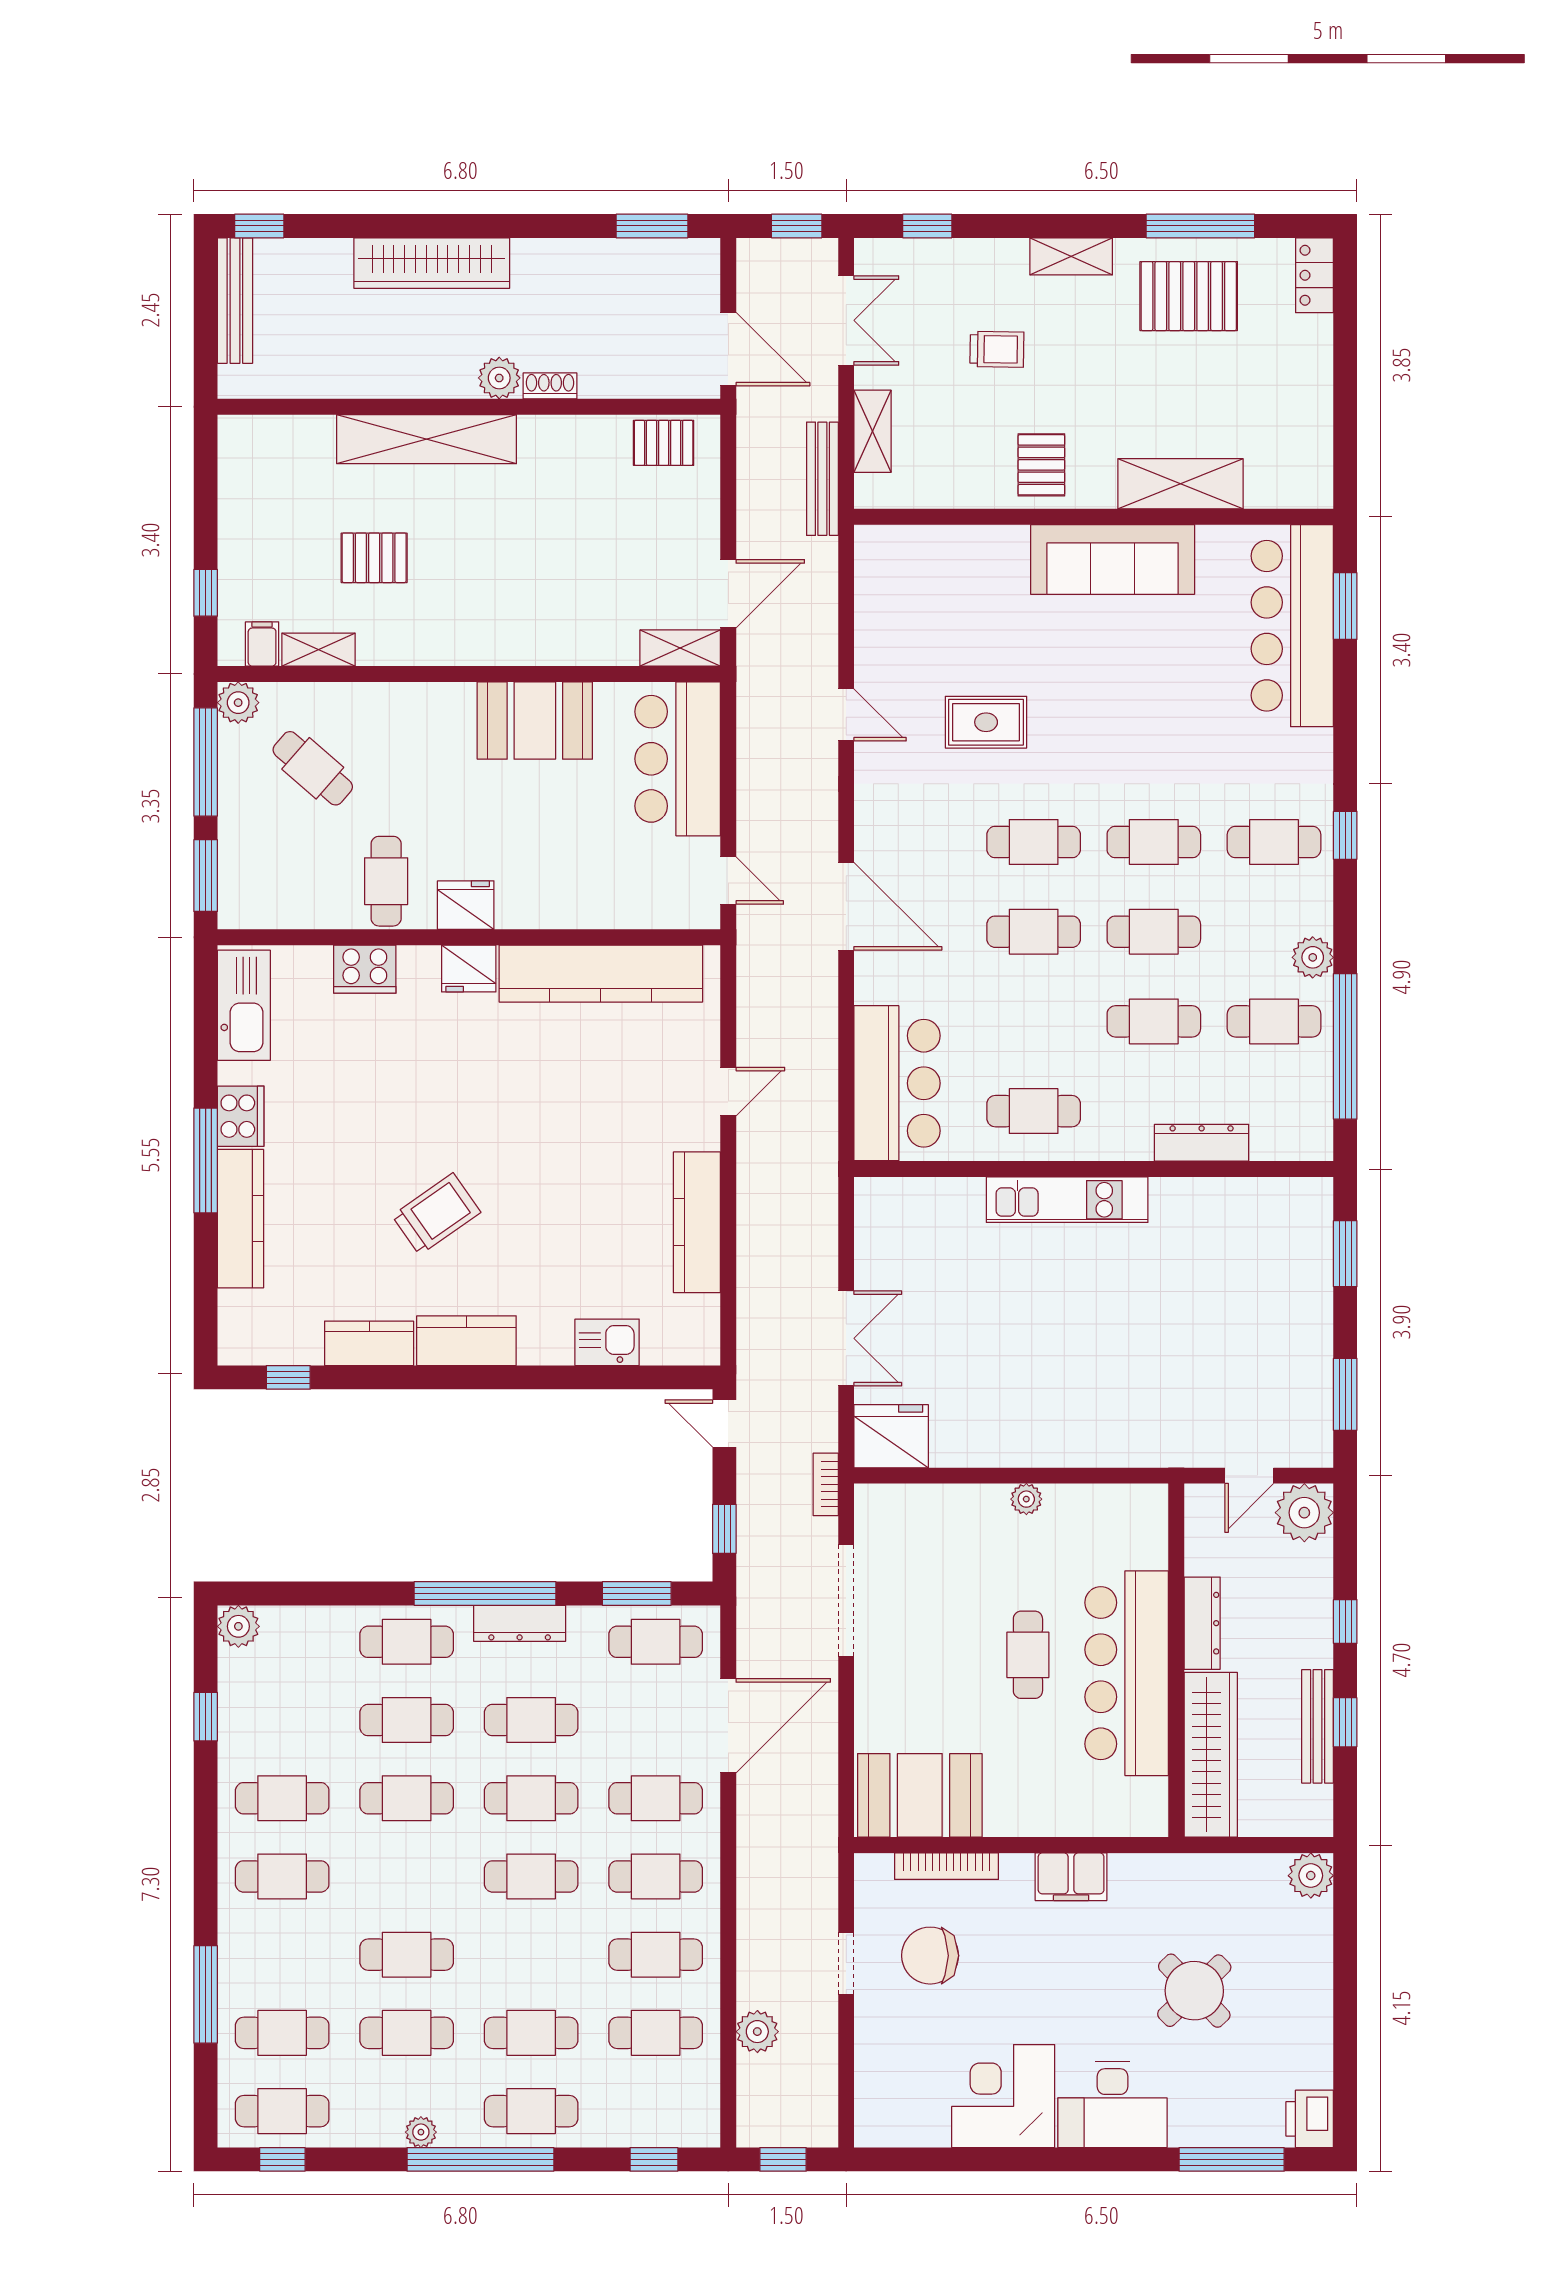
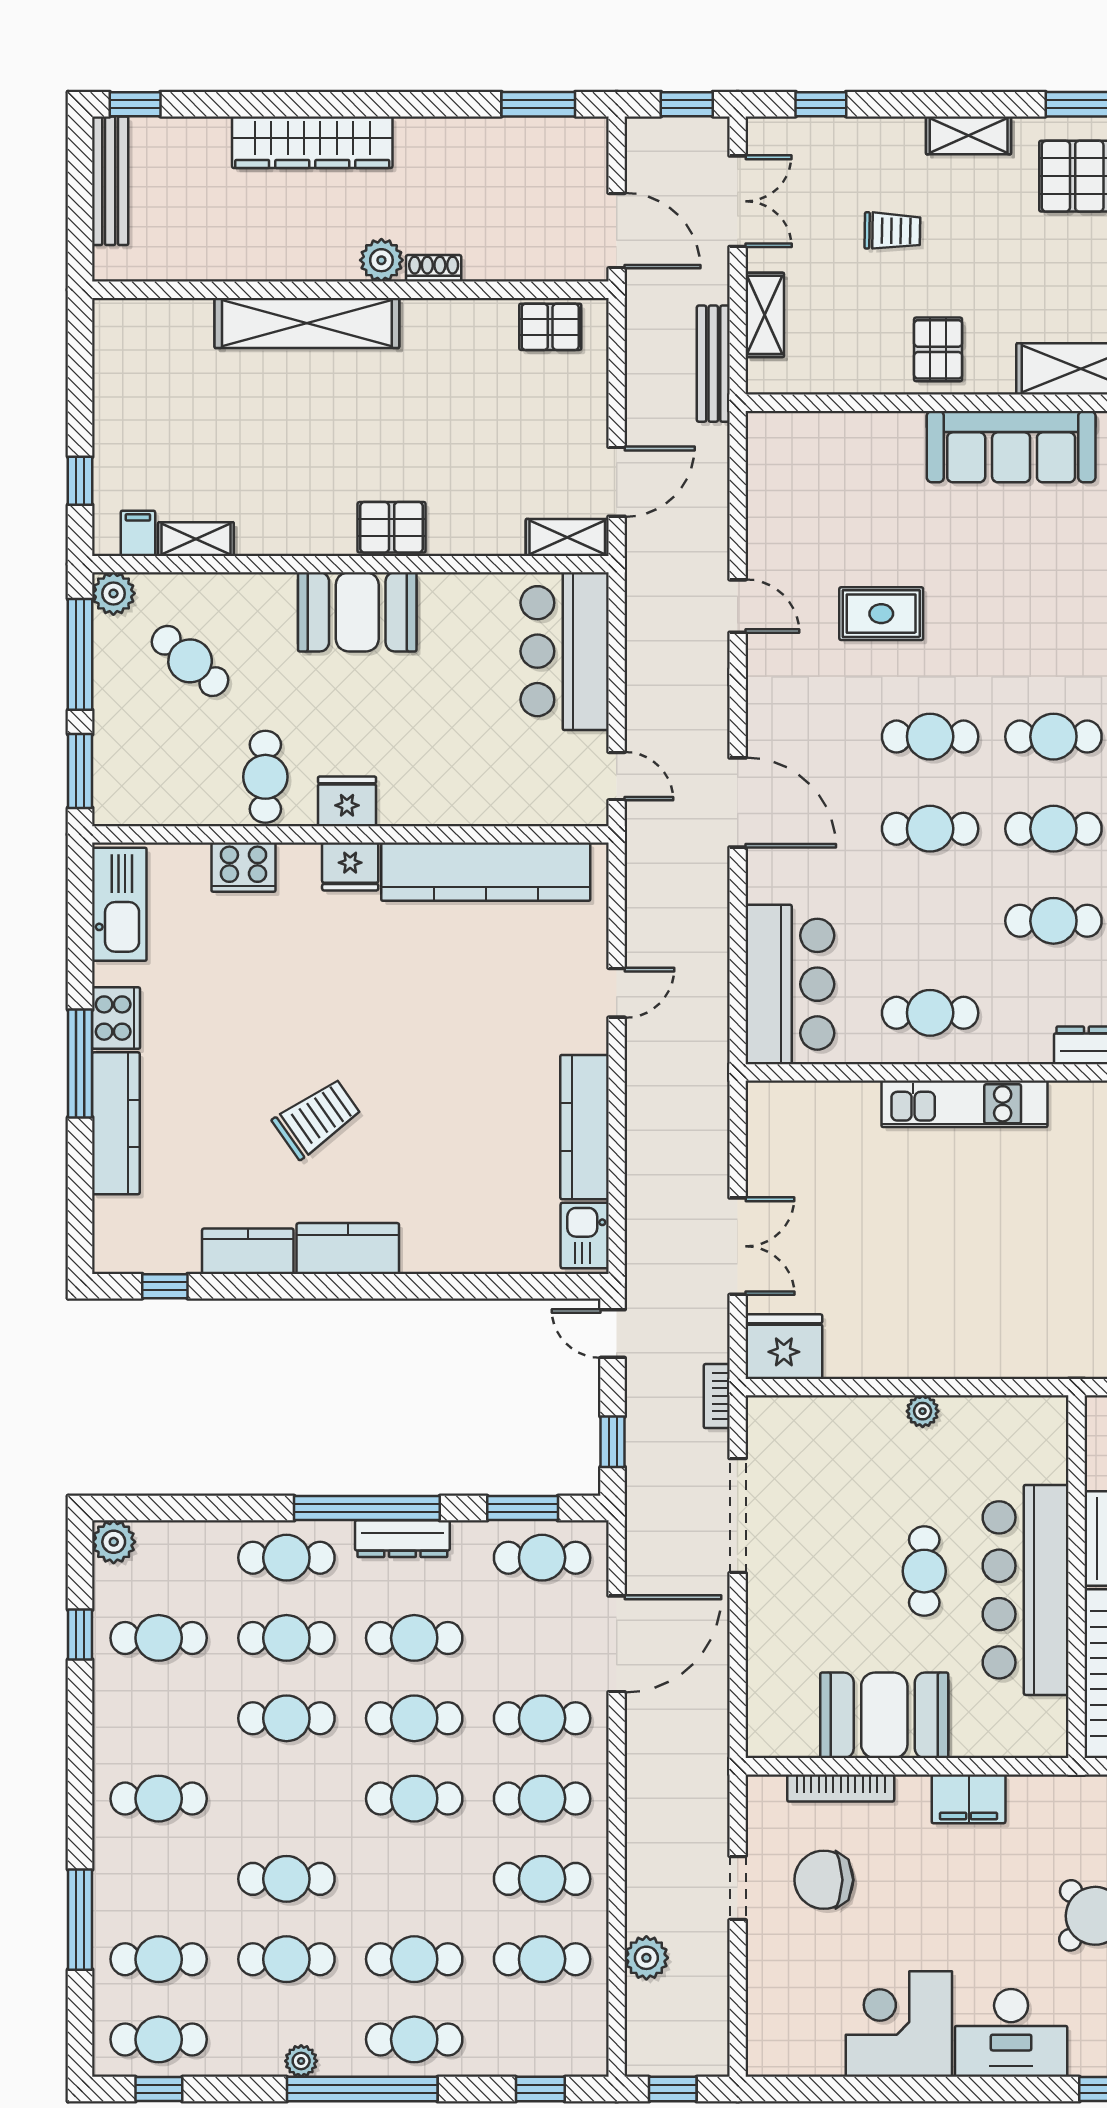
pallet: (374, 558) -> (392, 527), moved
booth: (535, 720) -> (357, 612), moved
kitchen sink: (607, 1342) -> (585, 1235), moved, turned -90
booth: (920, 1795) -> (884, 1715), moved
cafe table: (282, 1798) -> (159, 1638), moved

